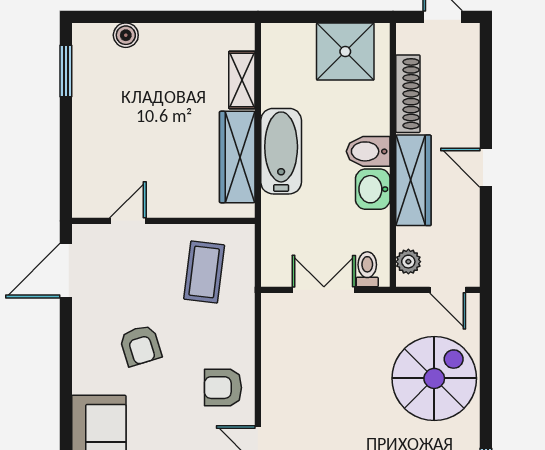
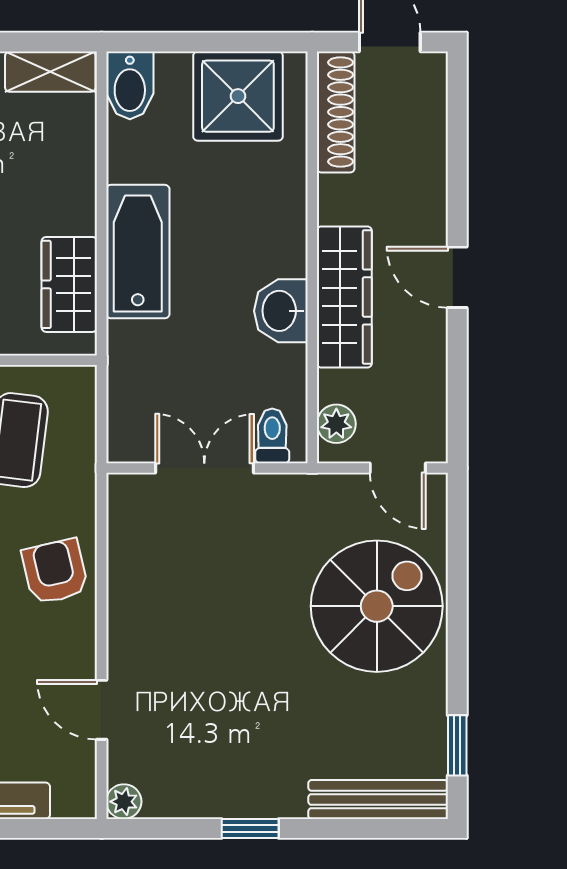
shelving: (242, 80) -> (50, 72), moved, turned 90
shoe rack: (408, 94) -> (336, 112), moved
bidet: (368, 151) -> (130, 85), moved, turned -90
wardrobe: (237, 157) -> (69, 284), width x0.67
armchair: (223, 388) -> (55, 572), moved, turned 77

